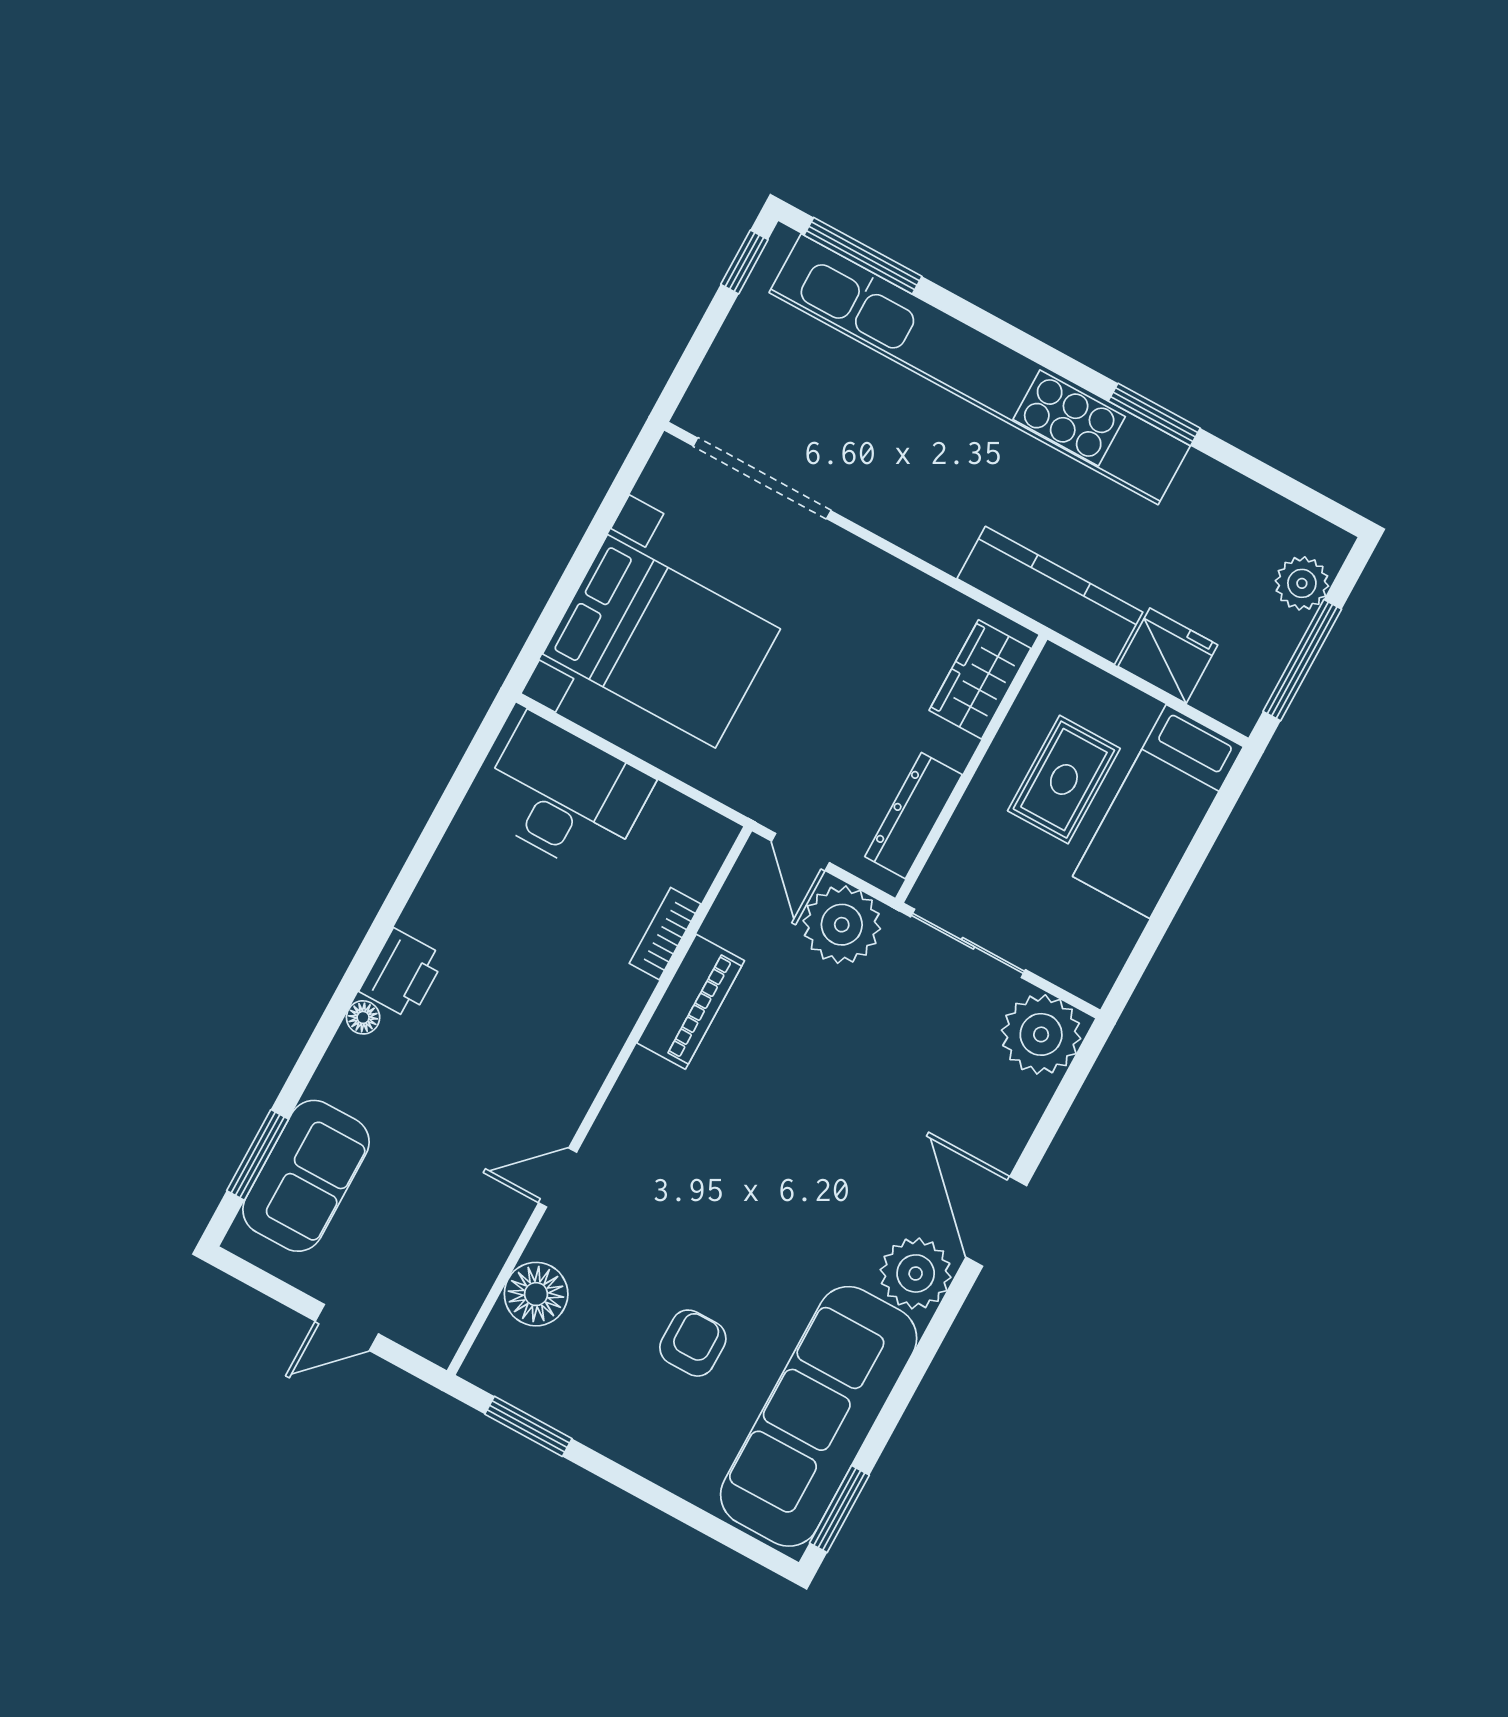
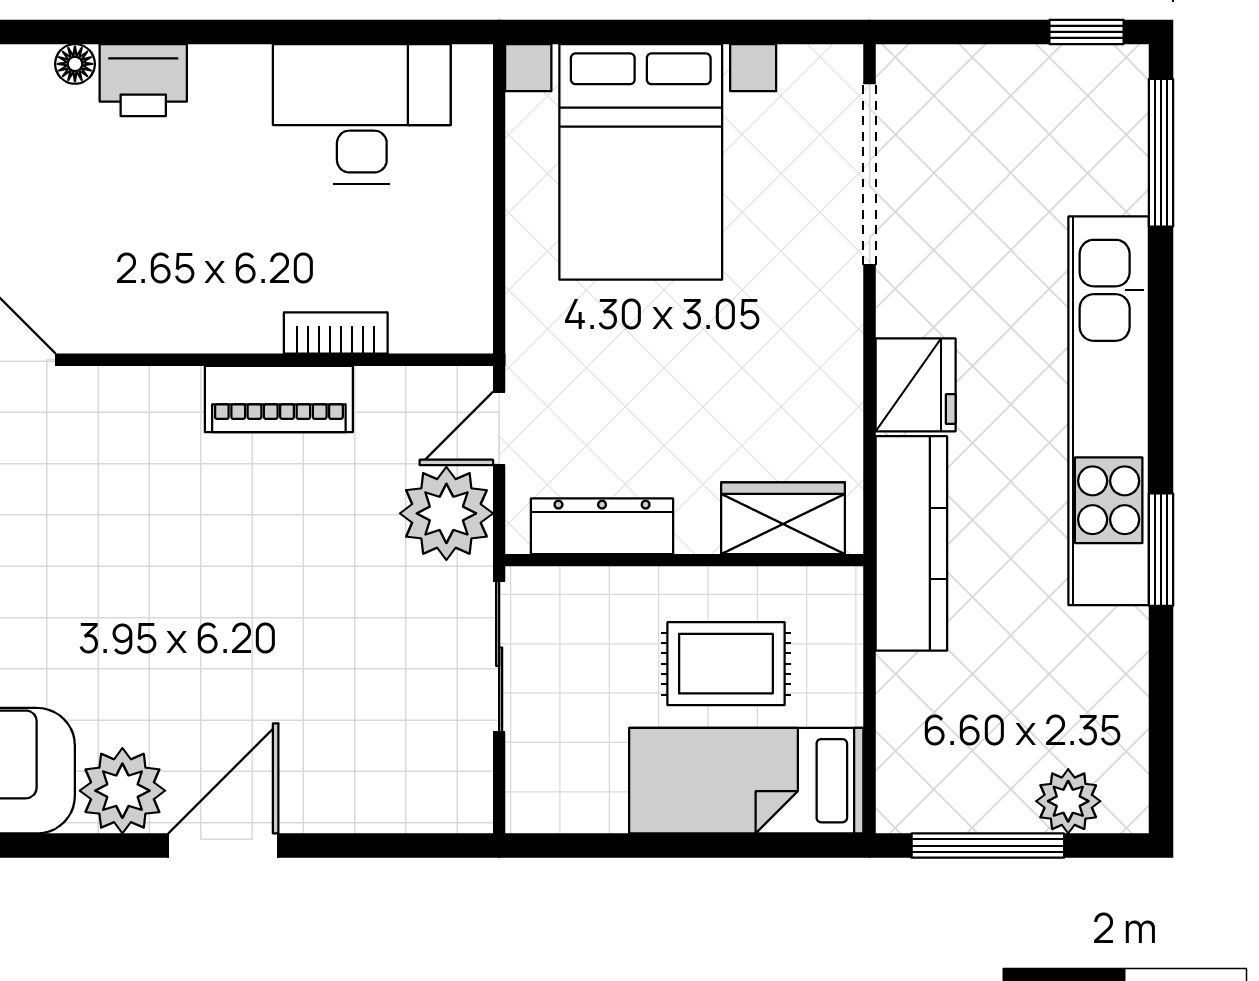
kitchen unit: (980, 369) -> (1109, 411), width x0.73
fridge: (1168, 656) -> (916, 385), moved
desk: (564, 795) -> (362, 114), moved, turned -90
plant: (1041, 1034) -> (445, 786), removed

